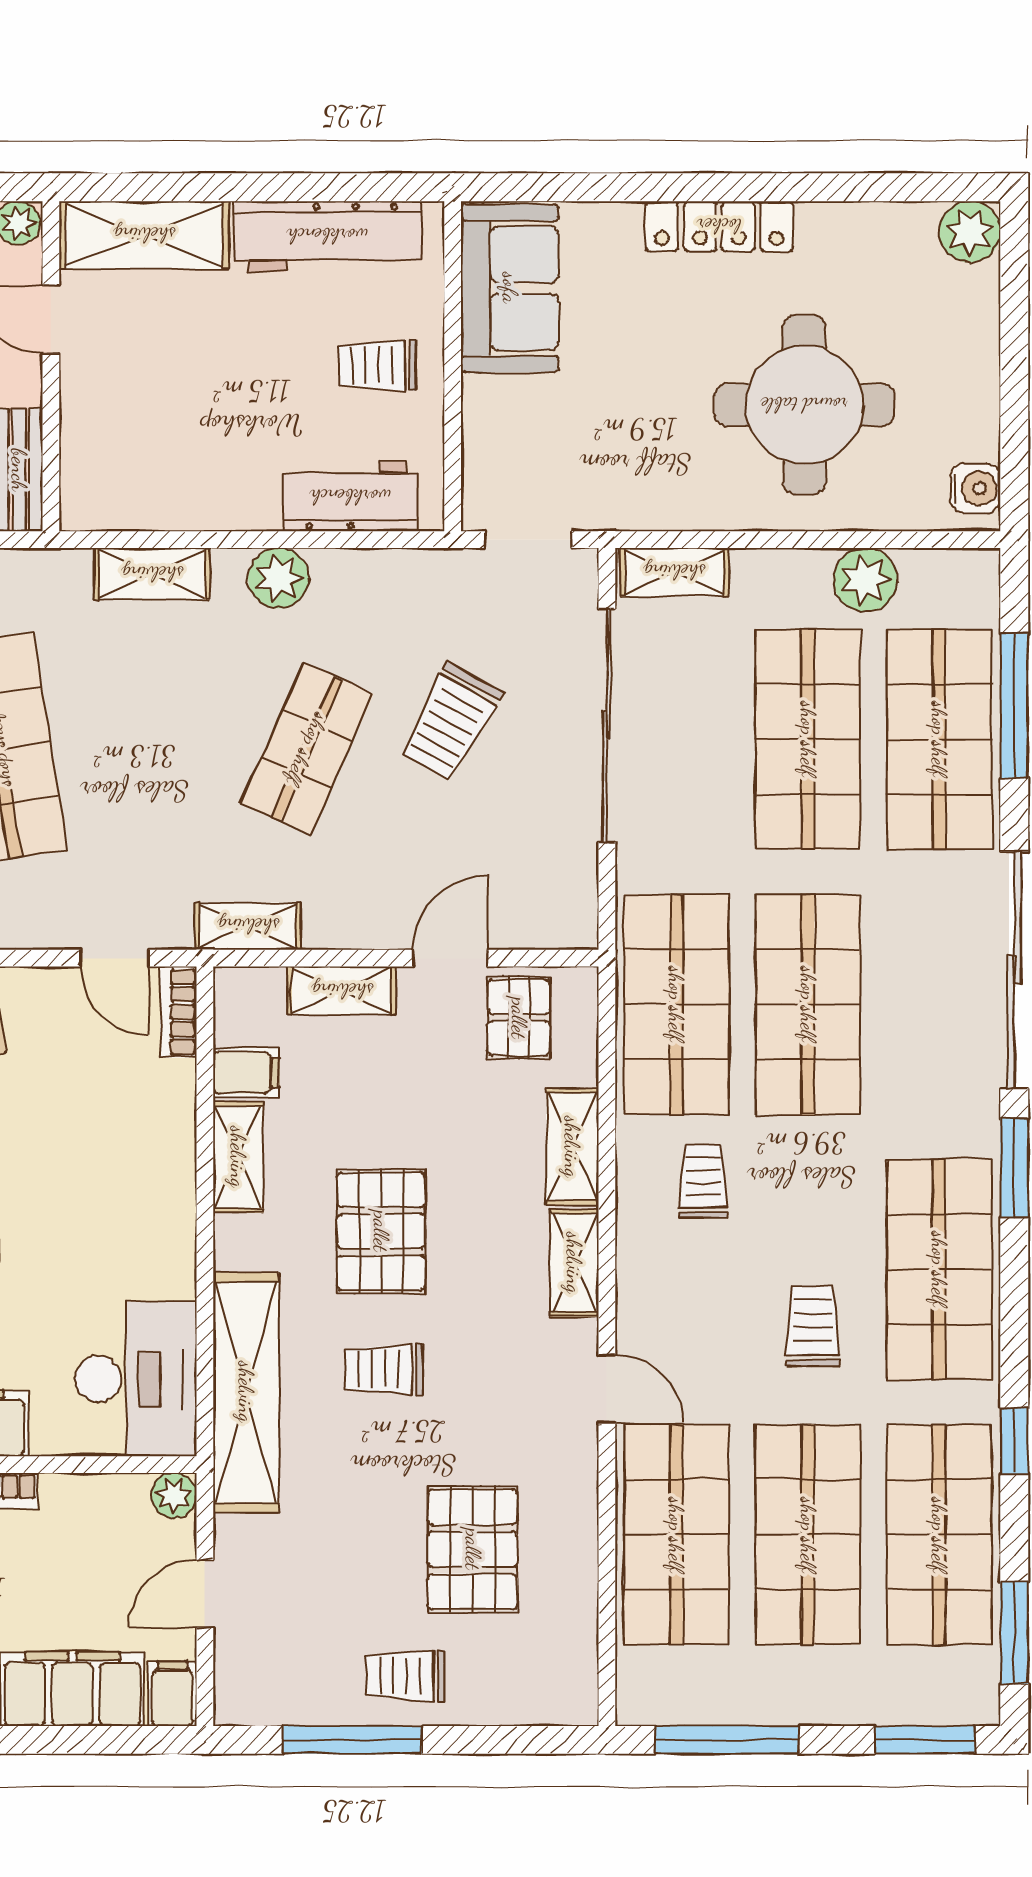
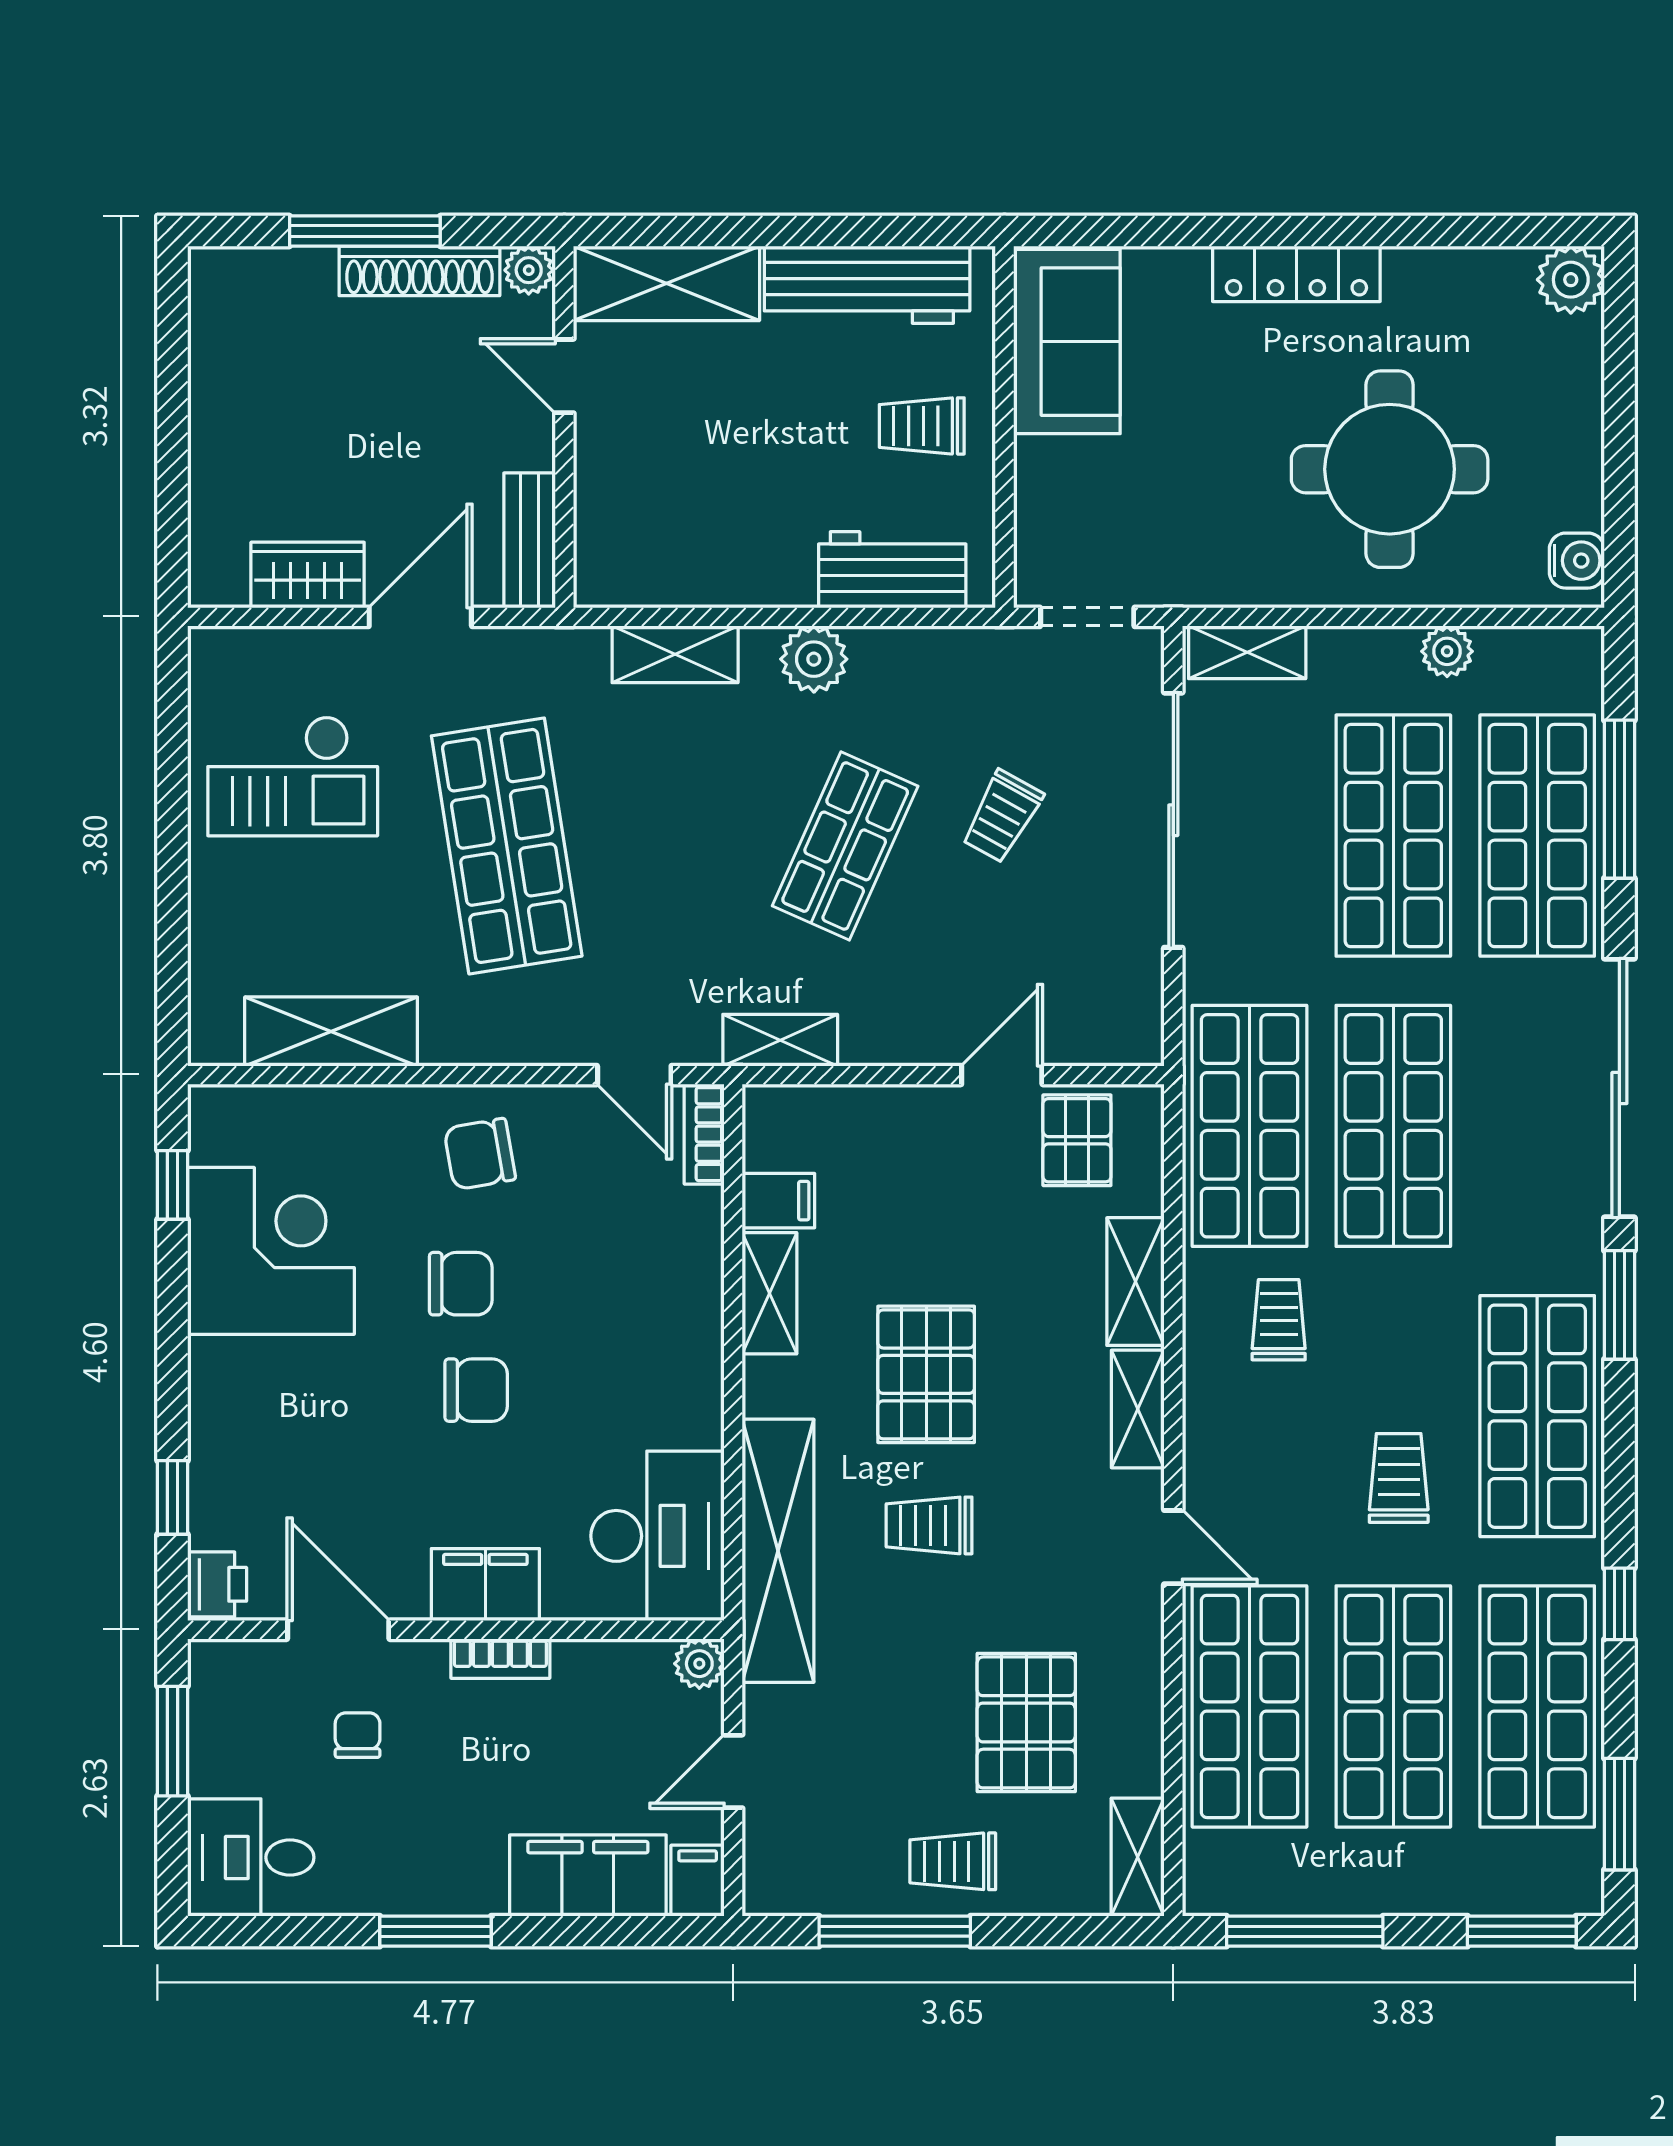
plant: (866, 580) -> (1447, 651), width x0.73, depth x0.73
trolley: (450, 722) -> (1002, 816), width x0.73, depth x0.72
shelving: (342, 991) -> (1138, 1857), moved, turned 90

